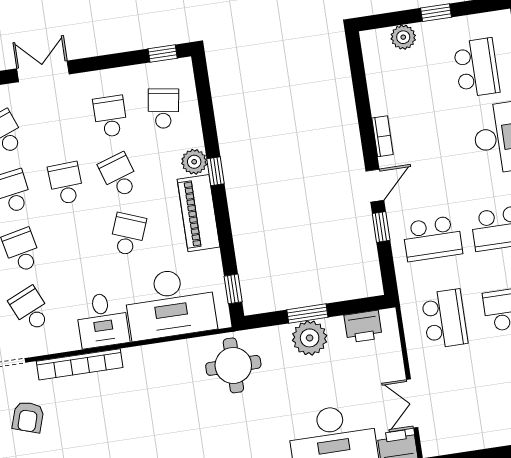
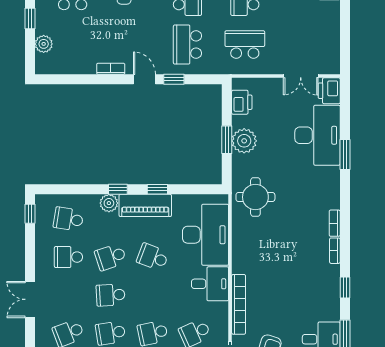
school desk: (432, 238) -> (187, 45), turned 180
window: (233, 289) -> (157, 189), moved

